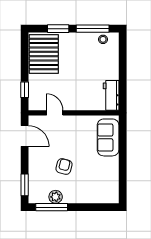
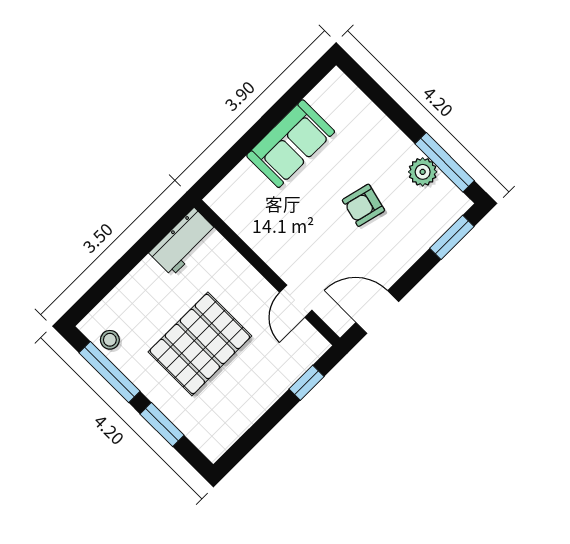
pallet: (44, 54) -> (200, 344), moved
door: (25, 136) -> (377, 312), hinge flipped
sofa: (108, 137) -> (291, 144), moved

